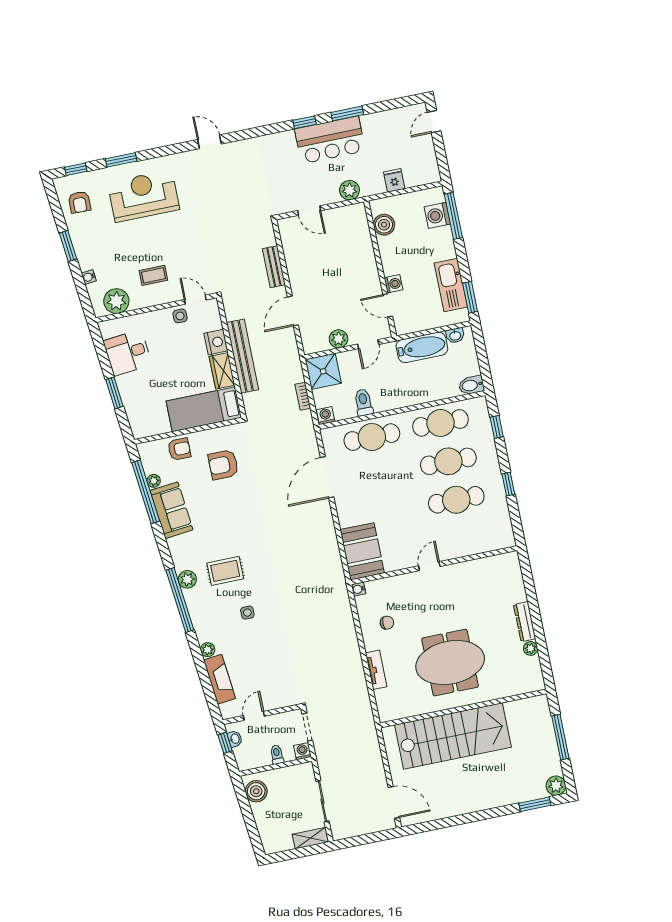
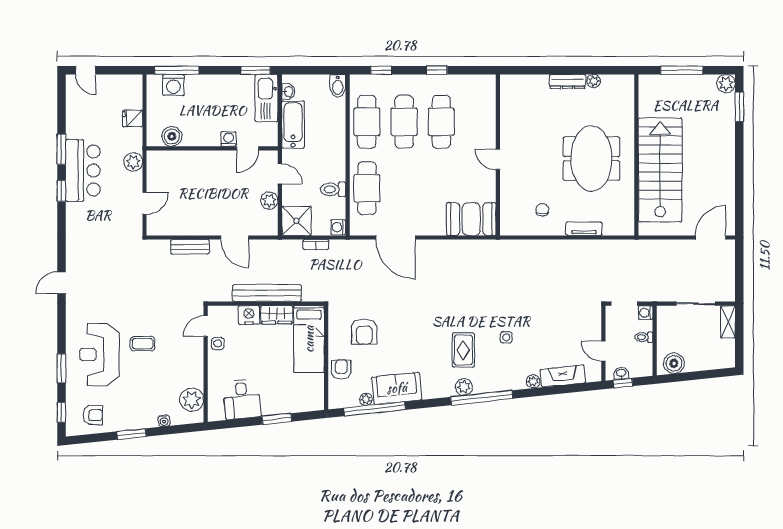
coffee table: (153, 275) -> (143, 344), moved, turned 90
kitchen sink: (451, 285) -> (267, 98), moved, turned 90
water cooler: (358, 589) -> (506, 230), removed

